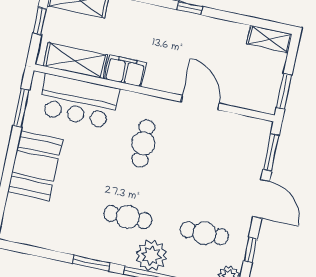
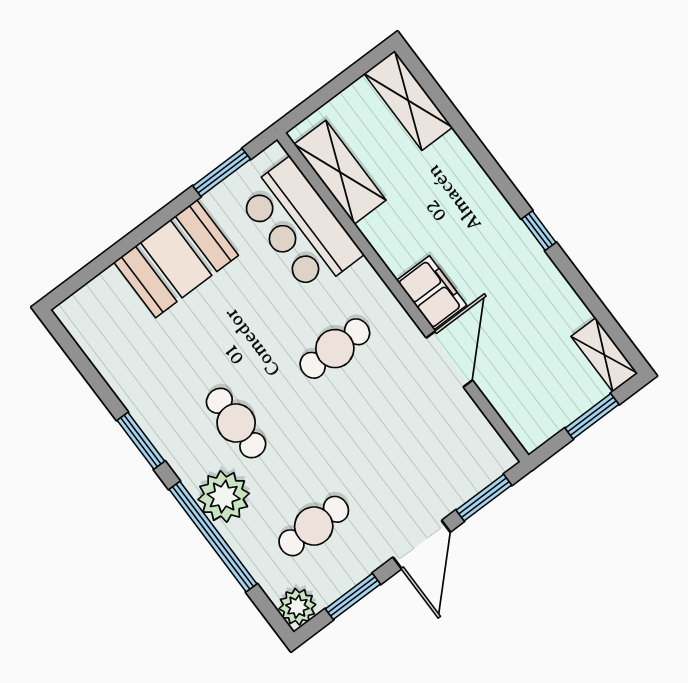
window: (40, 21) -> (339, 84), removed
filing cabinet: (125, 71) -> (432, 293), moved
window: (284, 91) -> (592, 416), moved
cafe table: (204, 233) -> (314, 526), turned 90
window: (250, 250) -> (353, 596), width x1.50

